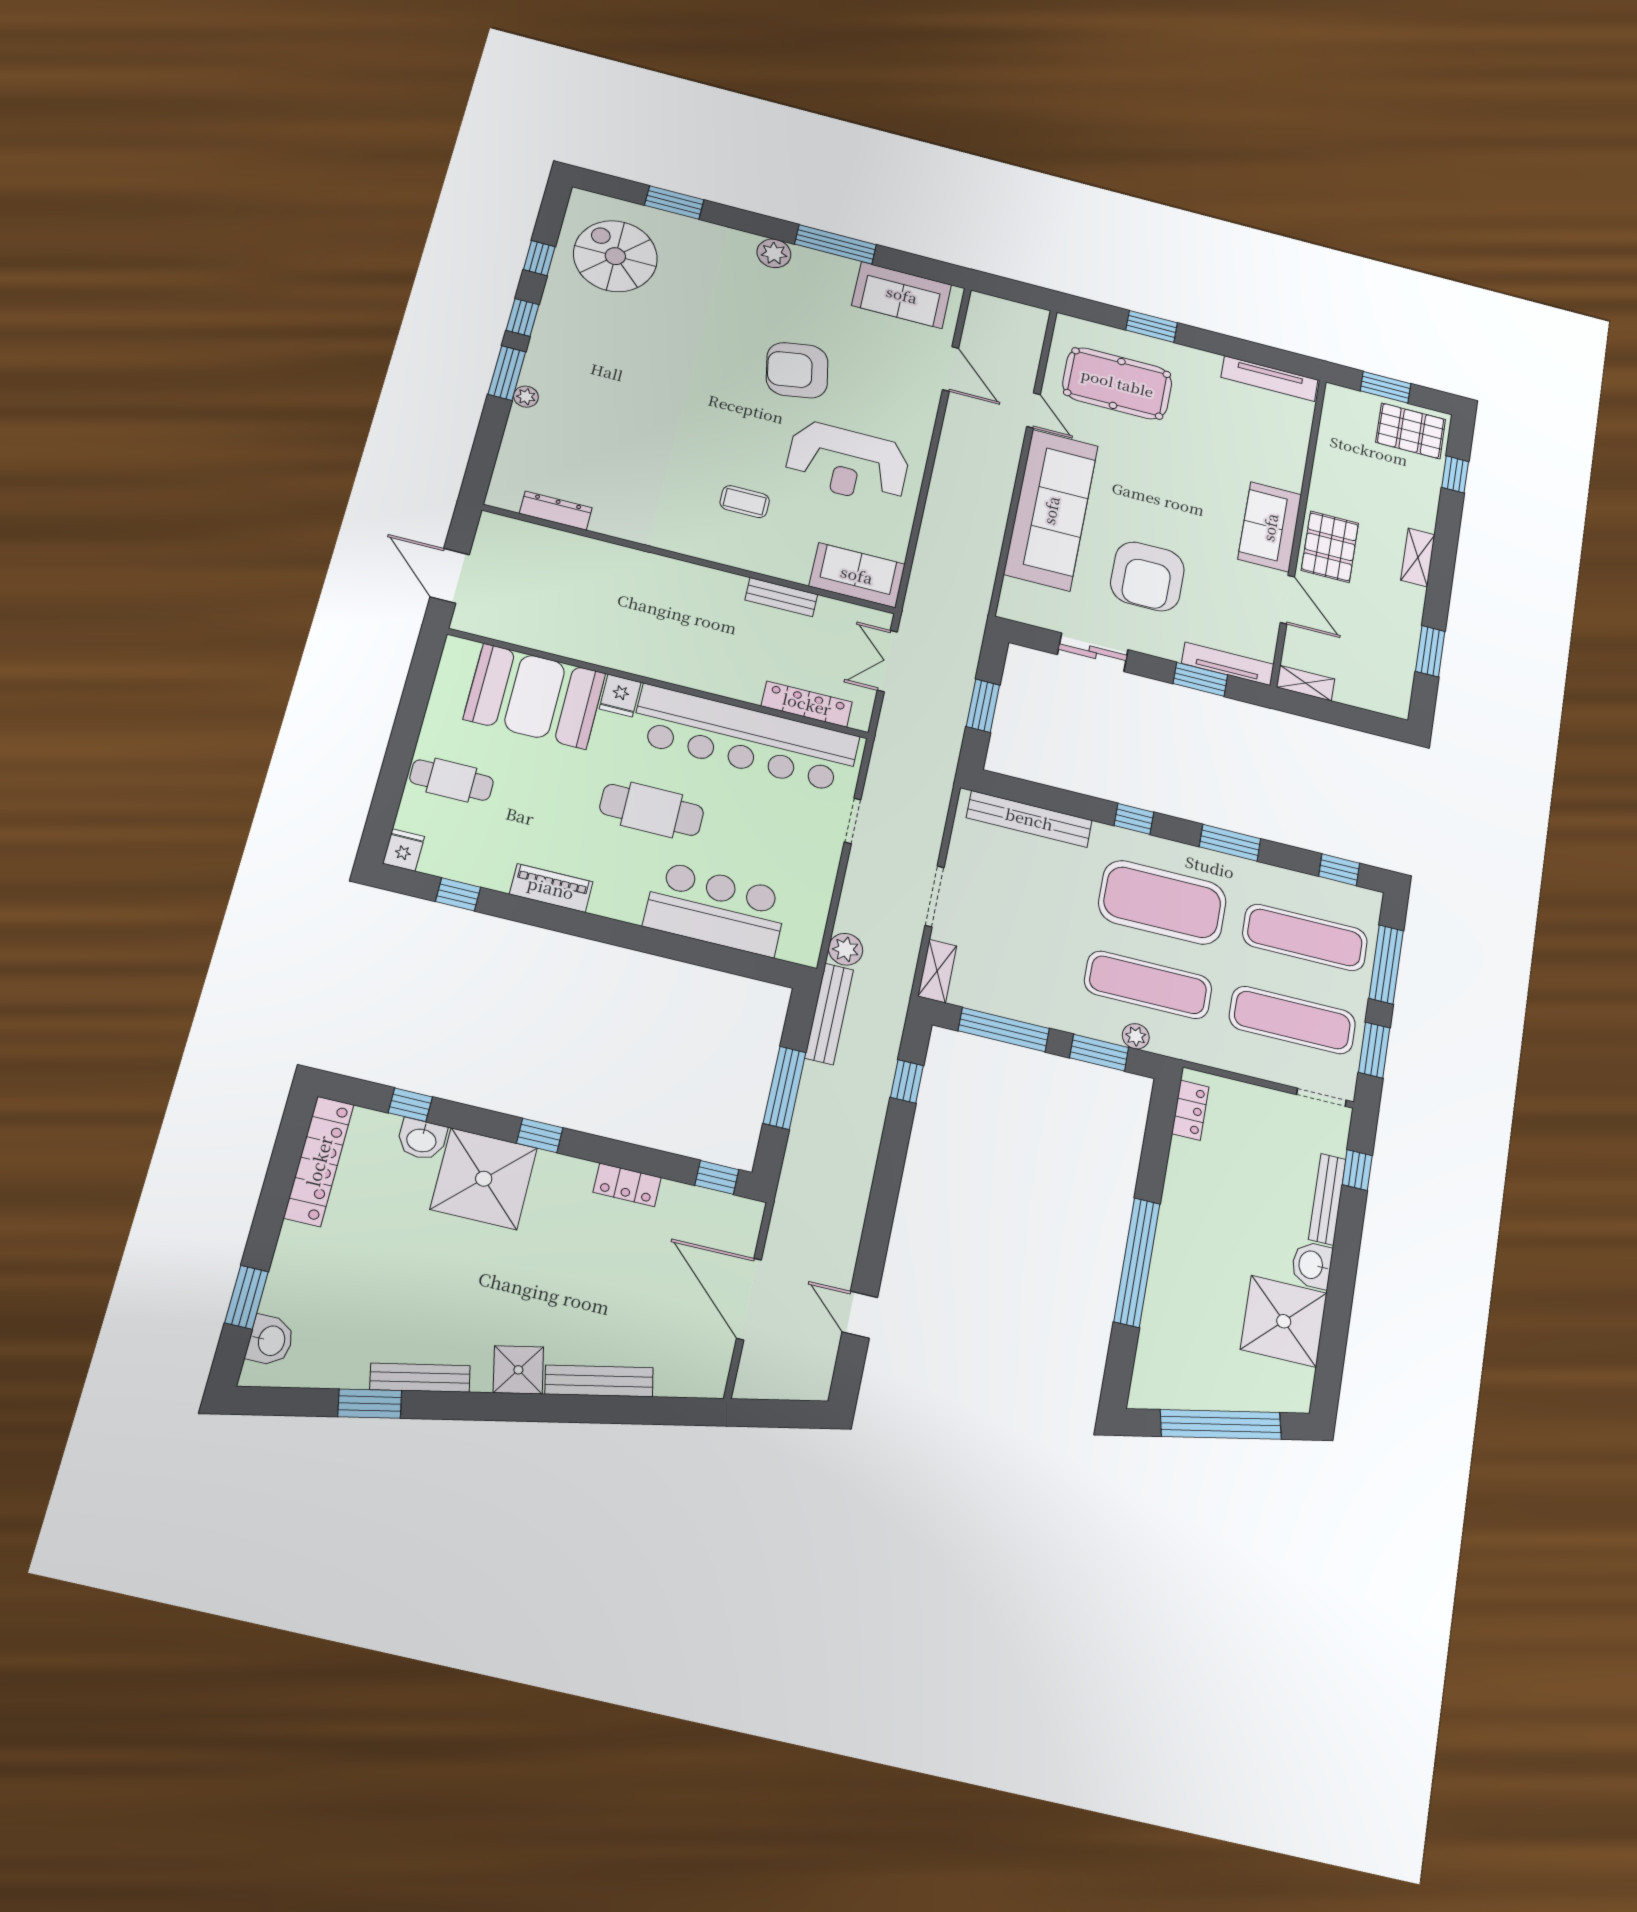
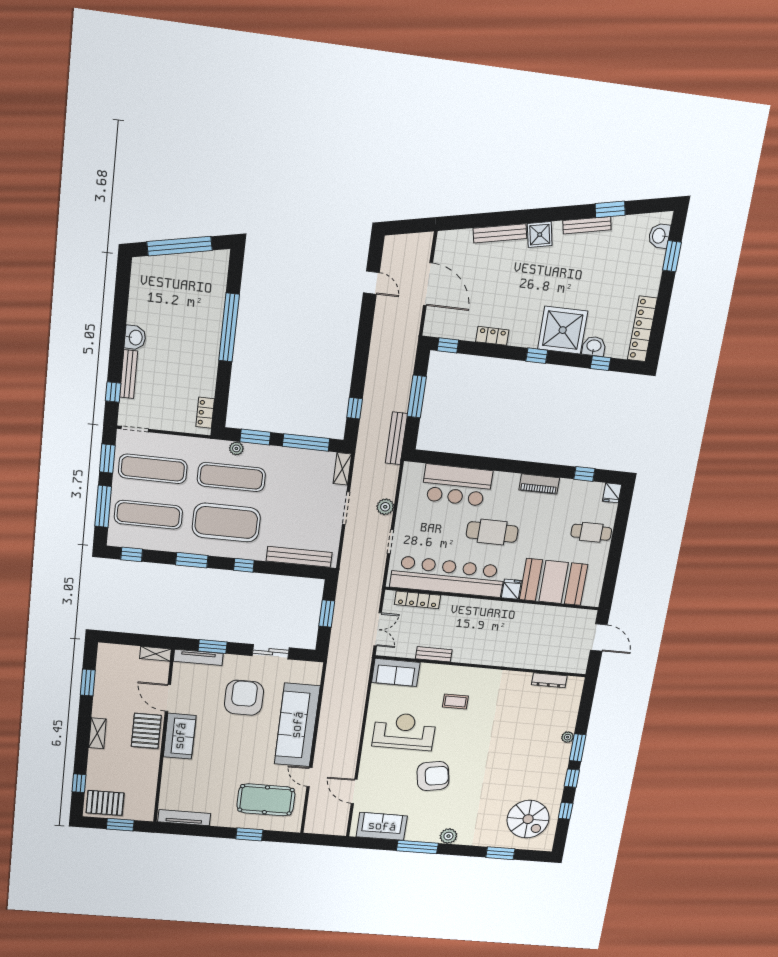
plant: (846, 949) -> (385, 507), moved
shower: (1284, 1321) -> (149, 305), removed

